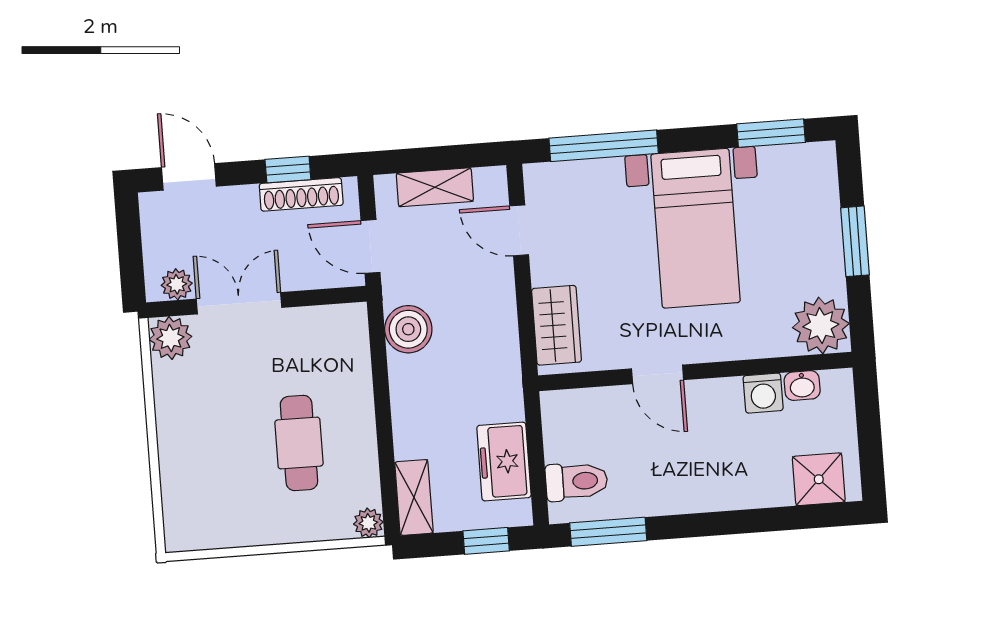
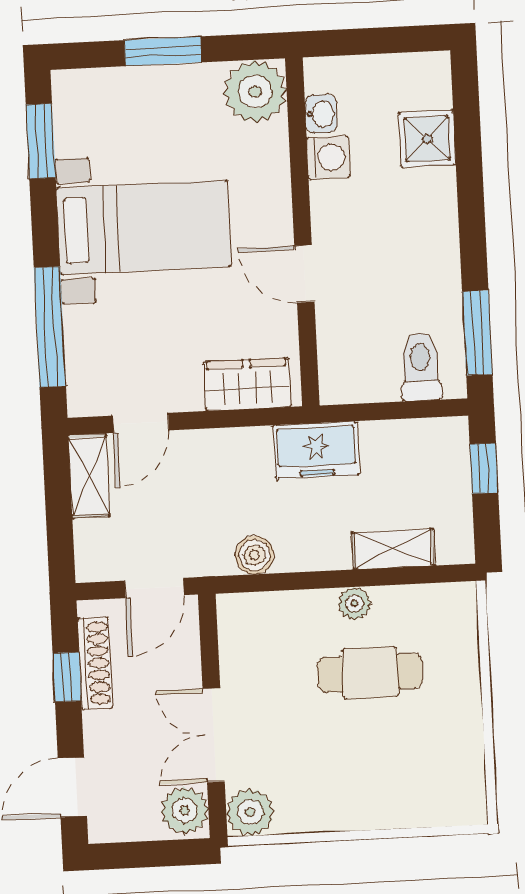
shelving: (435, 187) -> (89, 476), moved
plant: (177, 284) -> (185, 810), width x1.38, depth x1.38
boiler: (408, 329) -> (255, 555), width x0.73, depth x0.73
door: (658, 374) -> (304, 274), swing flipped
freezer: (504, 462) -> (316, 450), moved
shower: (819, 479) -> (427, 139), moved
shelving: (414, 497) -> (393, 549), moved
plant: (368, 523) -> (354, 603), moved

